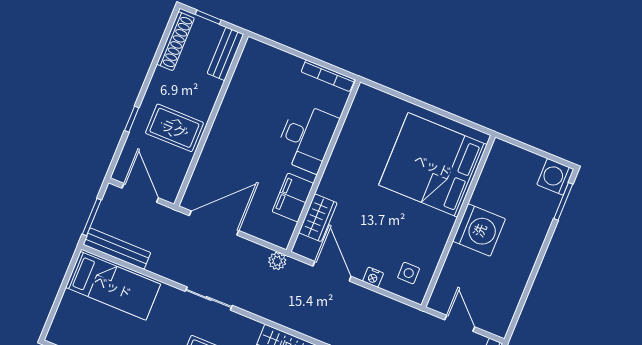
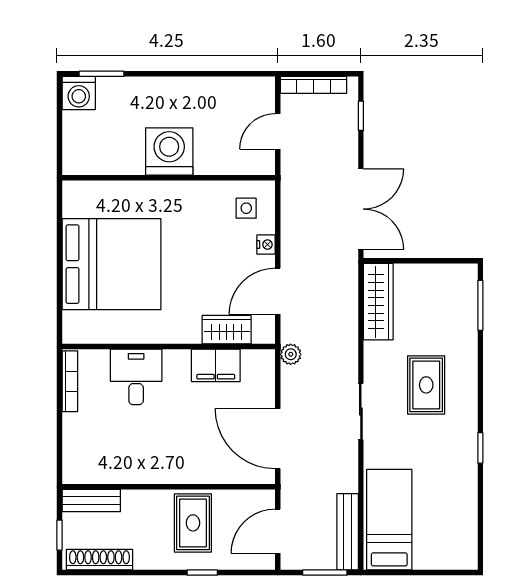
desk: (307, 138) -> (136, 377), width x0.73
bed: (433, 165) -> (111, 264), moved, turned -90

